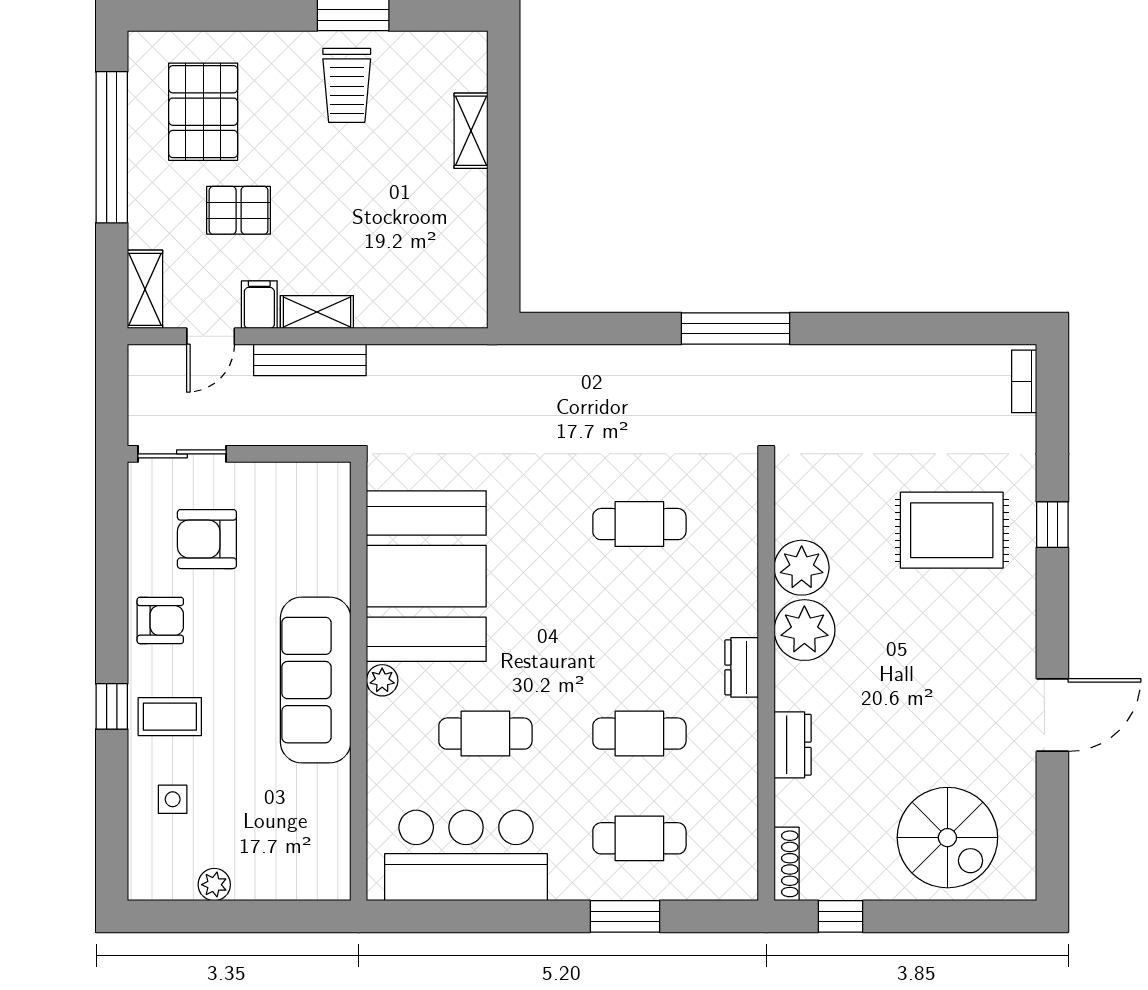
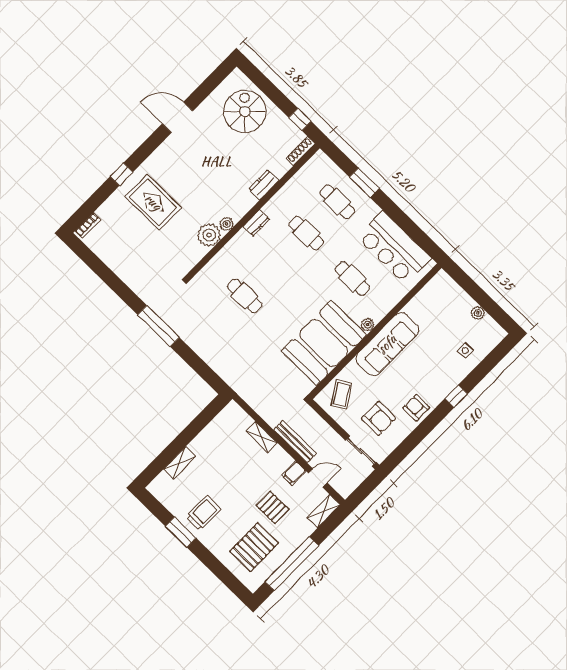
shelving: (317, 312) -> (262, 437), moved
plant: (804, 630) -> (227, 224), width x0.53, depth x0.53
coffee table: (170, 717) -> (342, 394), moved, turned 58

